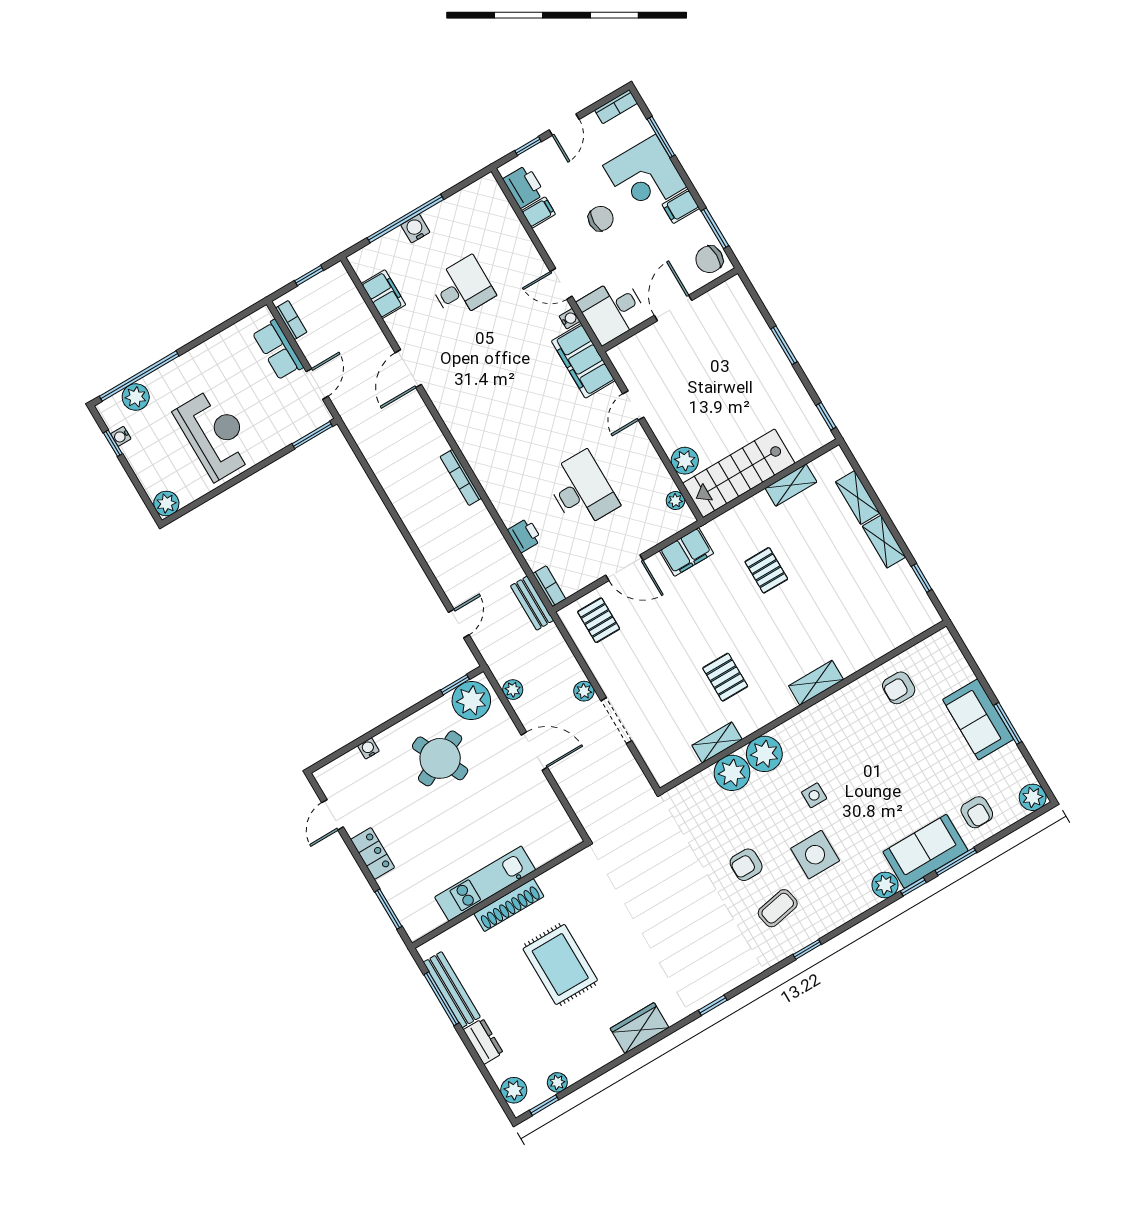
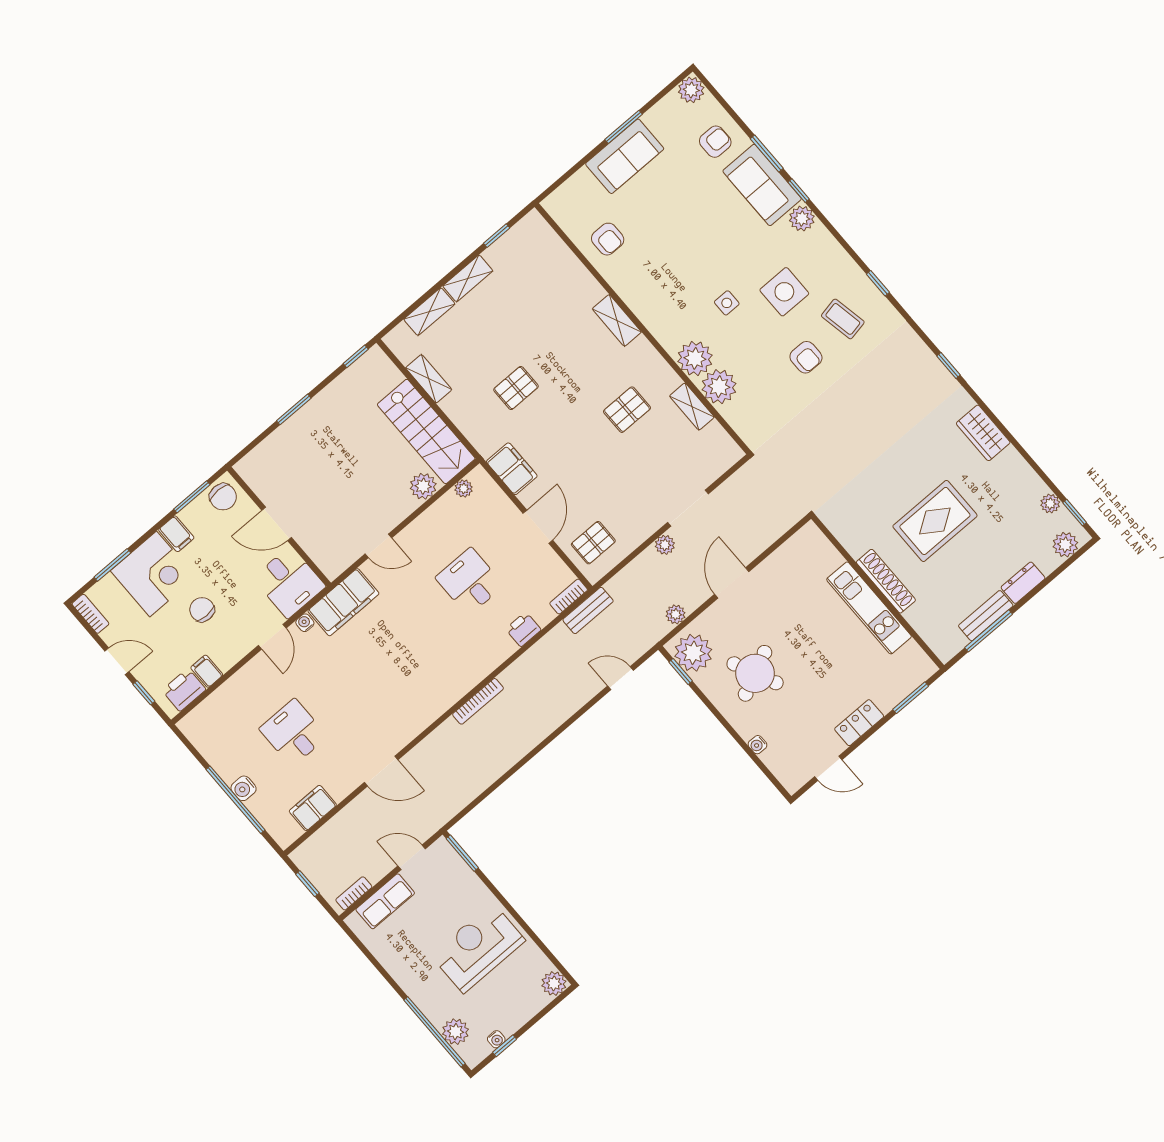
desk: (582, 490) -> (470, 582), width x0.73
bench: (452, 990) -> (986, 616), width x0.73

